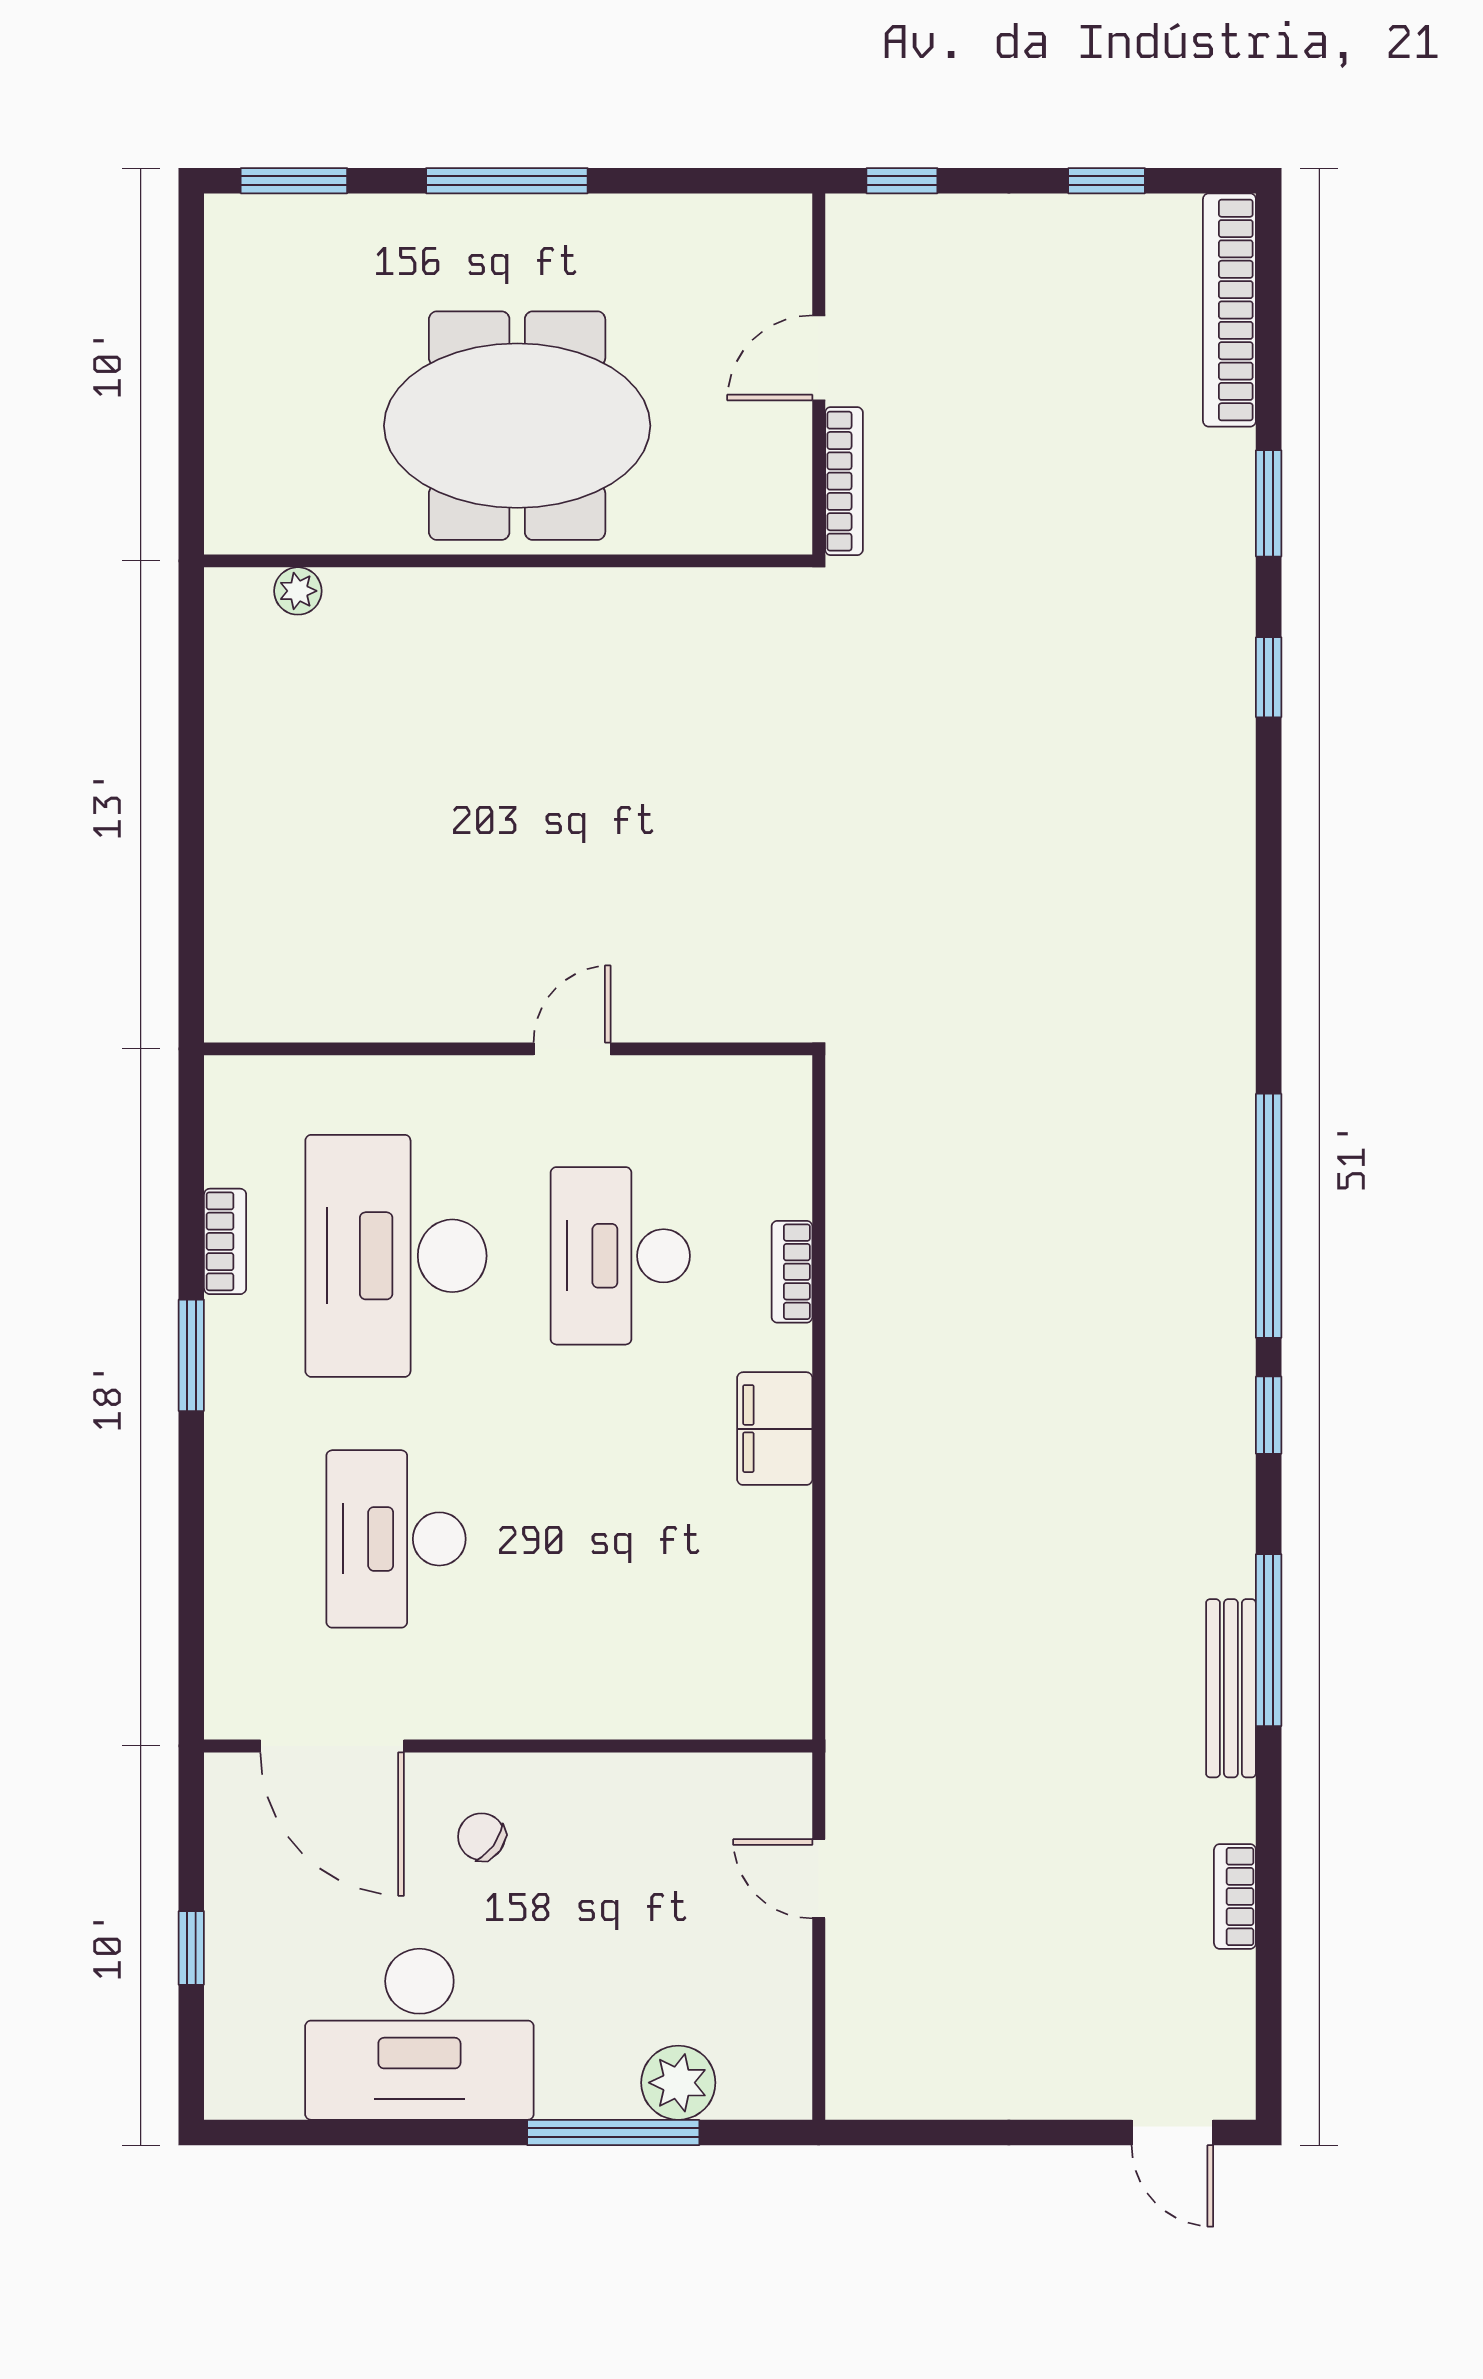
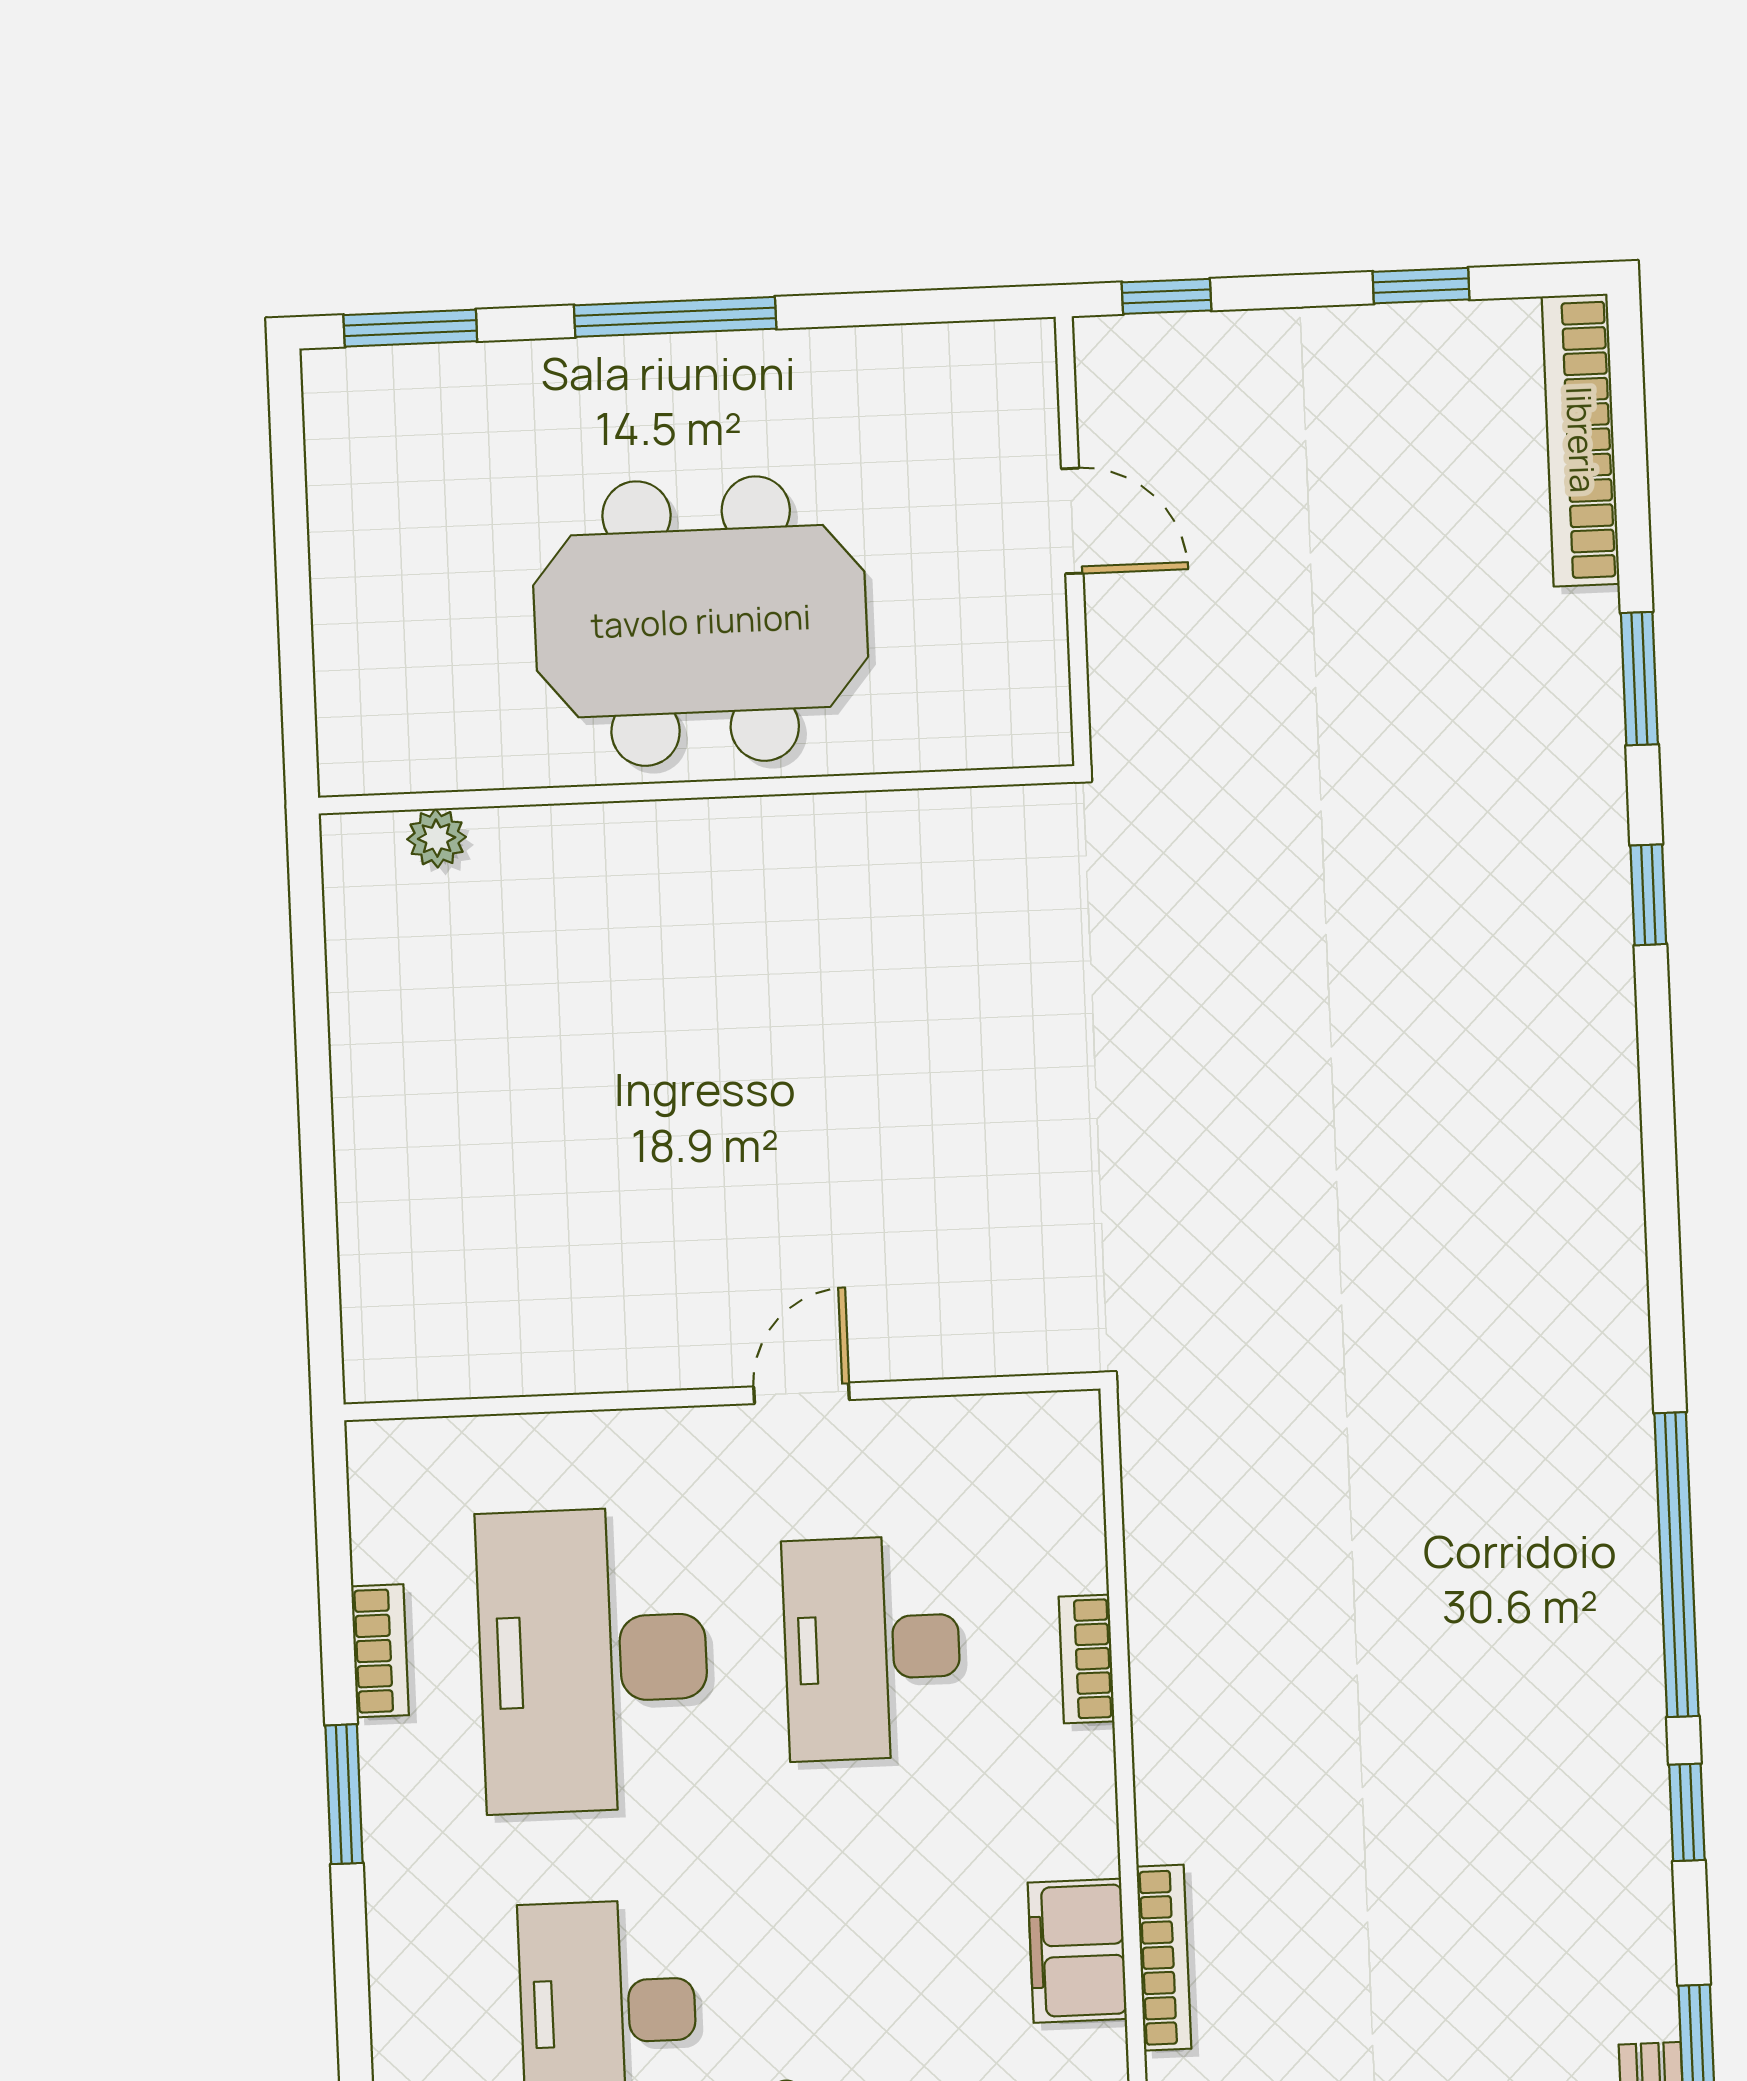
door: (819, 358) -> (1072, 521), swing flipped
bookcase: (844, 481) -> (1164, 1958), moved
filing cabinet: (775, 1429) -> (1077, 1951), moved

